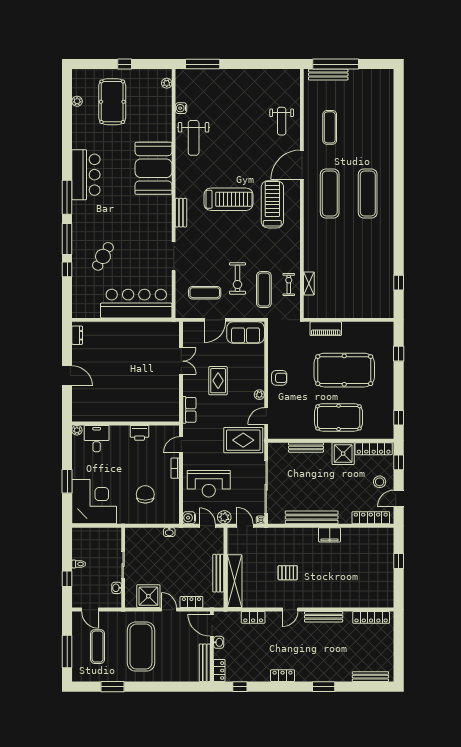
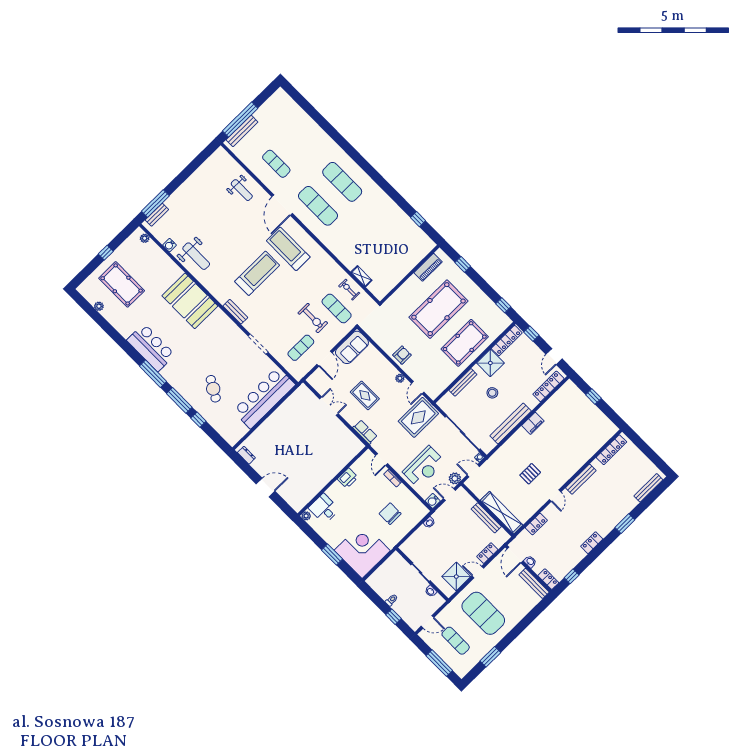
bench: (195, 74) -> (157, 215), added
piano: (326, 329) -> (428, 267), moved
stool: (380, 482) -> (492, 393), moved
door: (212, 625) -> (515, 555), hinge flipped

